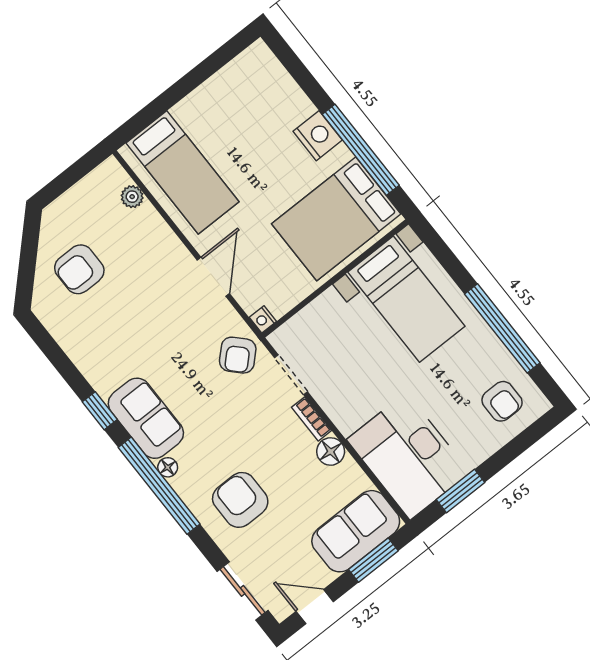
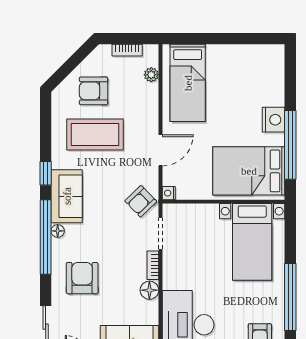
bookcase: (81, 190) -> (127, 50), added
coffee table: (122, 319) -> (95, 134), added

